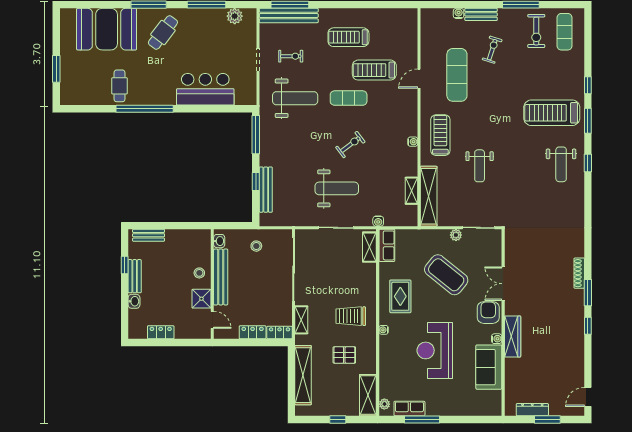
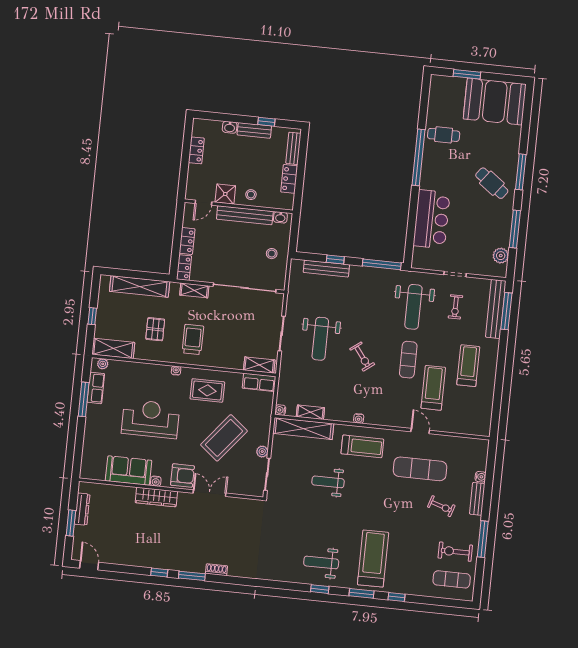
booth: (107, 29) -> (495, 101), moved, turned 90
water cooler: (378, 221) -> (280, 410), moved
locker: (180, 236) -> (289, 179), added
shoe rack: (579, 273) -> (217, 570), width x0.70

